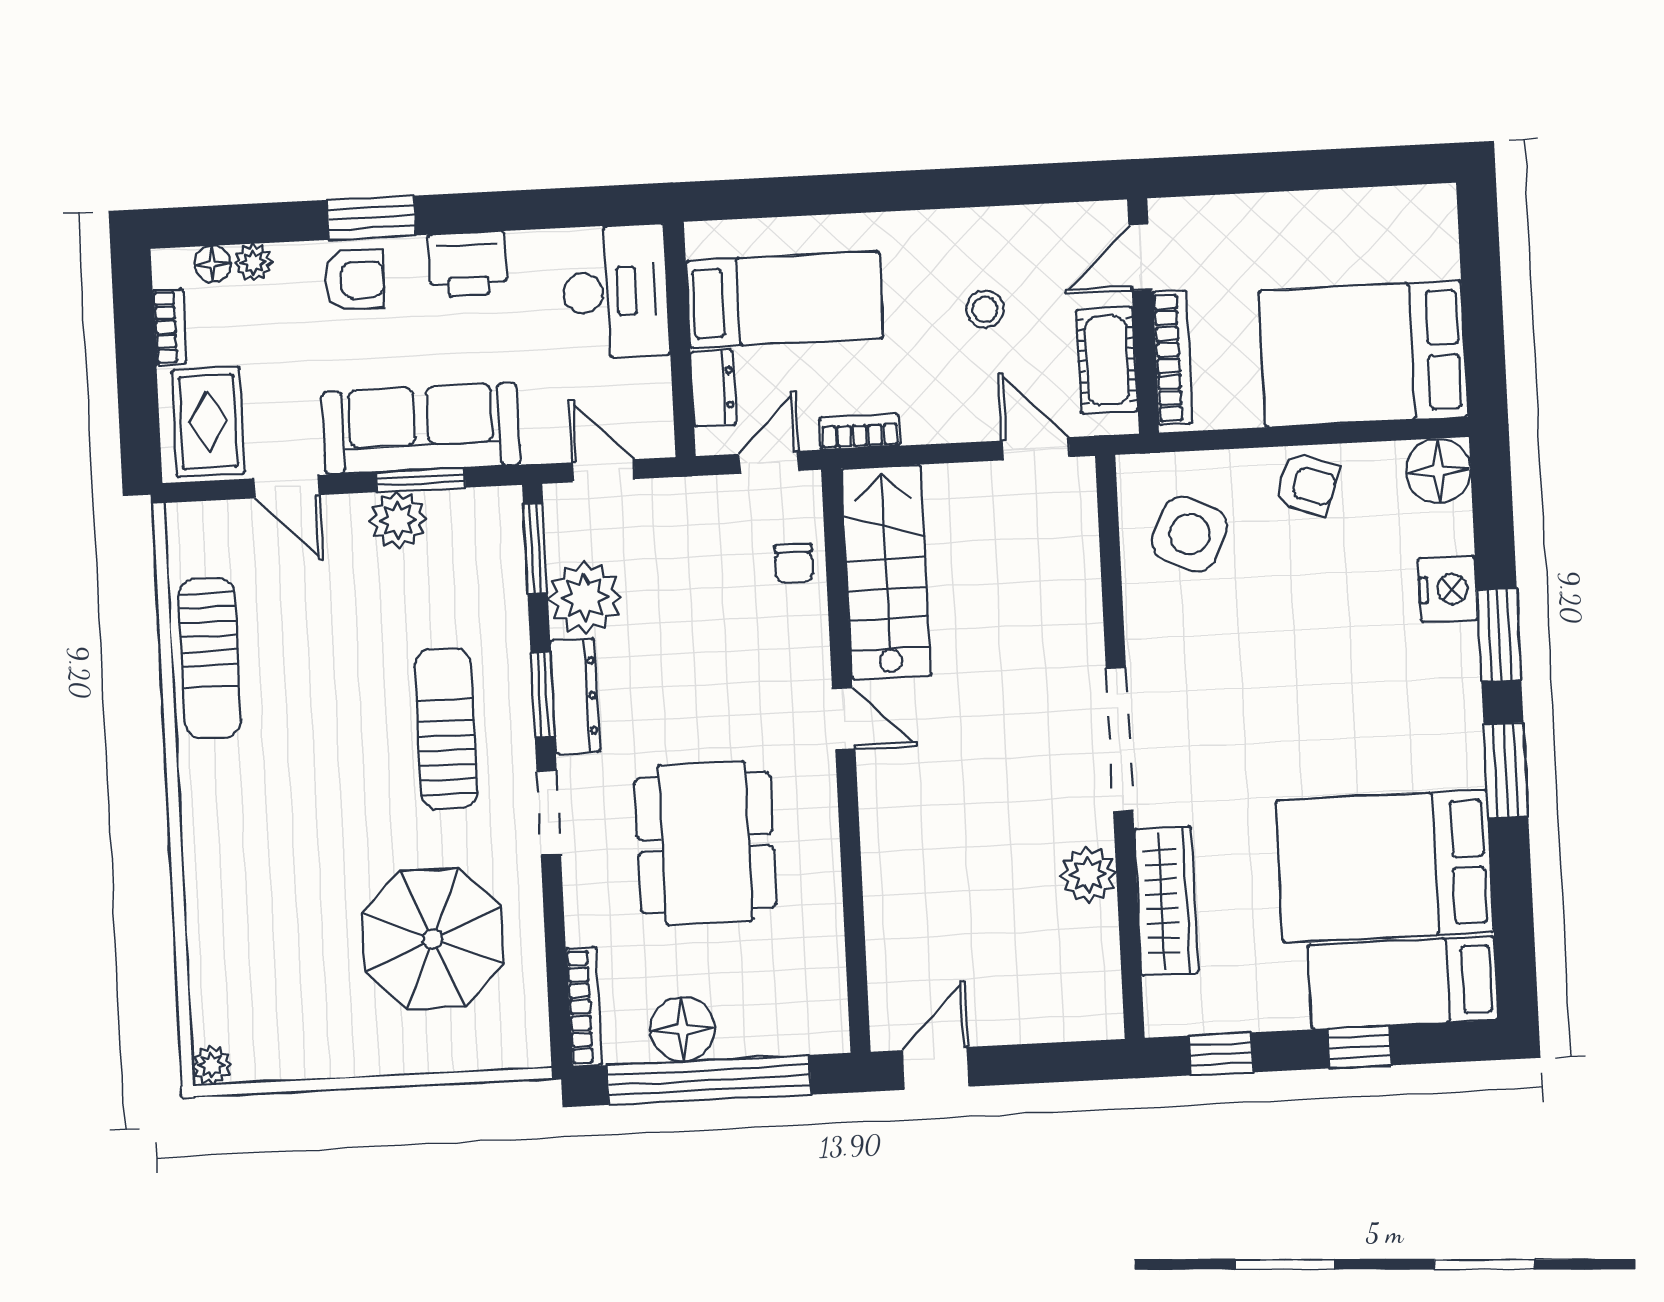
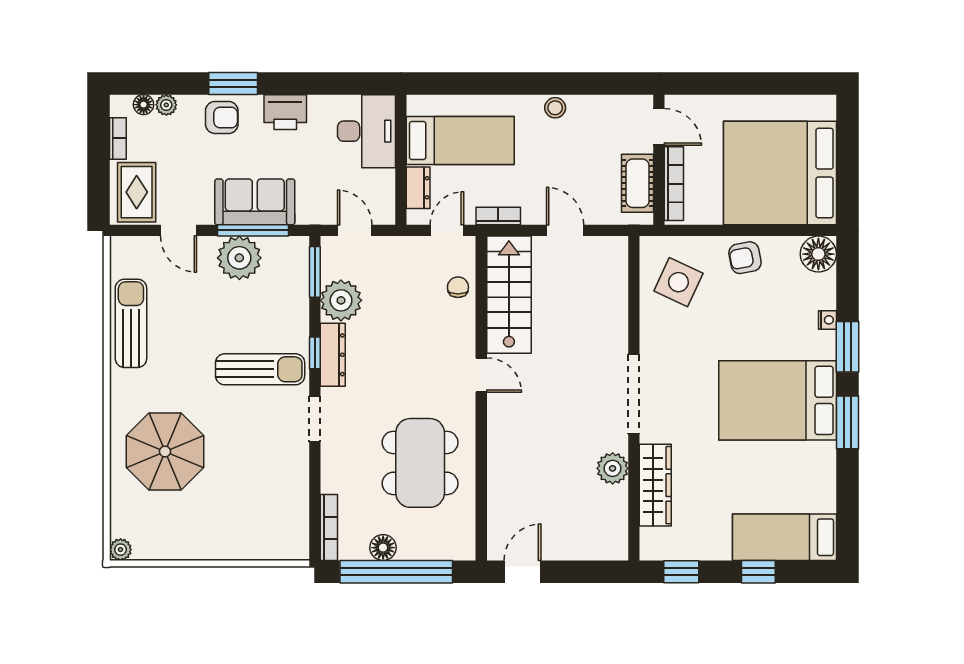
door: (1140, 257) -> (659, 127), swing flipped
stool: (985, 309) -> (555, 108), moved
bed: (1363, 354) -> (780, 173), width x1.36
sofa: (421, 428) -> (255, 202), width x0.73
door: (1036, 449) -> (565, 230), moved
window: (421, 480) -> (253, 230), width x1.44
armchair: (1307, 484) -> (745, 258), turned 150
plant: (398, 520) -> (239, 258), width x1.36, depth x1.36
chair: (794, 563) -> (458, 287), turned 180
nightstand: (1448, 589) -> (827, 320), width x0.53, depth x0.56
sun lounger: (210, 658) -> (131, 323), turned 180
window: (543, 694) -> (315, 353), width x0.67
sun lounger: (446, 729) -> (260, 369), turned 90
dining table: (705, 843) -> (420, 463), moved
bed: (1385, 866) -> (778, 400), moved
parasol: (433, 939) -> (165, 451), moved
floor lamp: (683, 1029) -> (383, 548), width x0.73, depth x0.73

